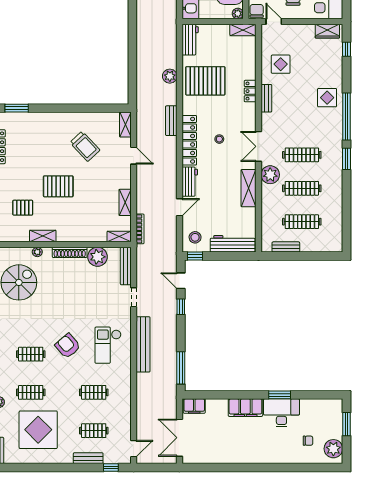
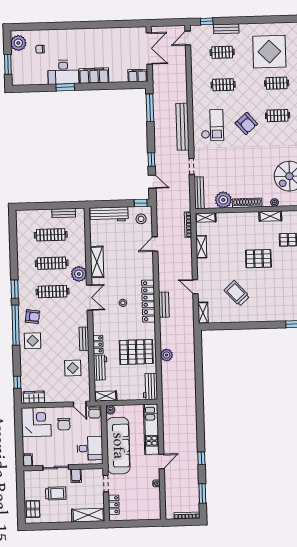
bench: (171, 121) -> (164, 305), moved
armchair: (326, 126) -> (33, 317), added
workbench: (190, 182) -> (100, 367), moved, turned 180

